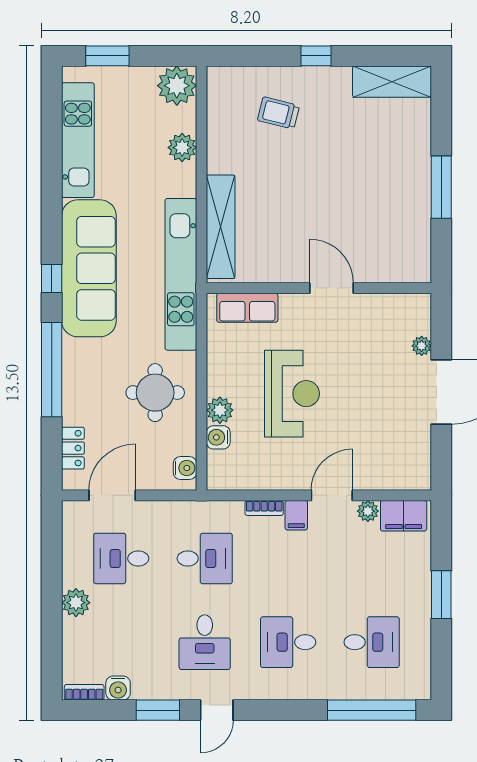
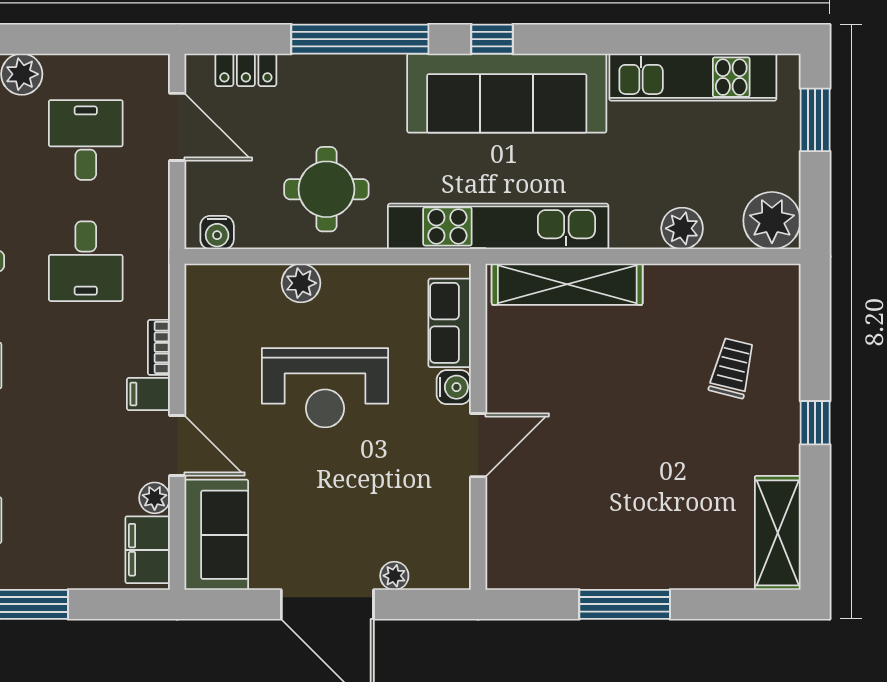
water cooler: (218, 437) -> (454, 387), moved, turned 90
sofa: (393, 468) -> (216, 535), added

